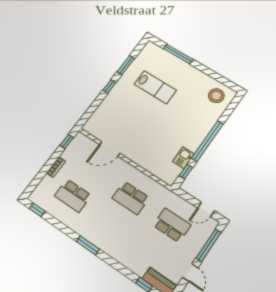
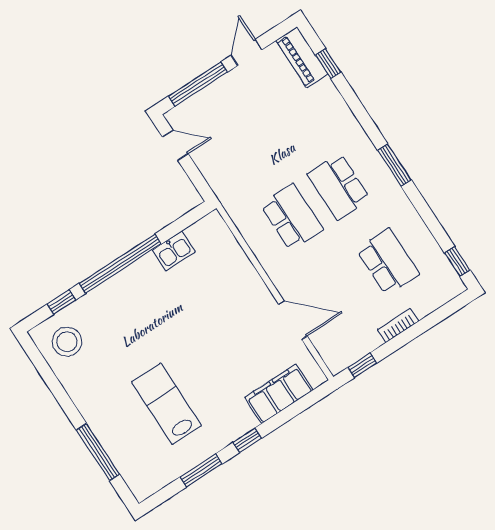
filing cabinet: (103, 113) -> (279, 394), added
window: (186, 172) -> (61, 302), moved
school desk: (172, 225) -> (339, 187), moved

